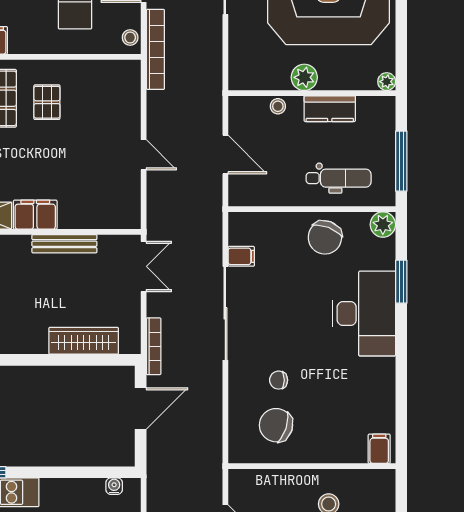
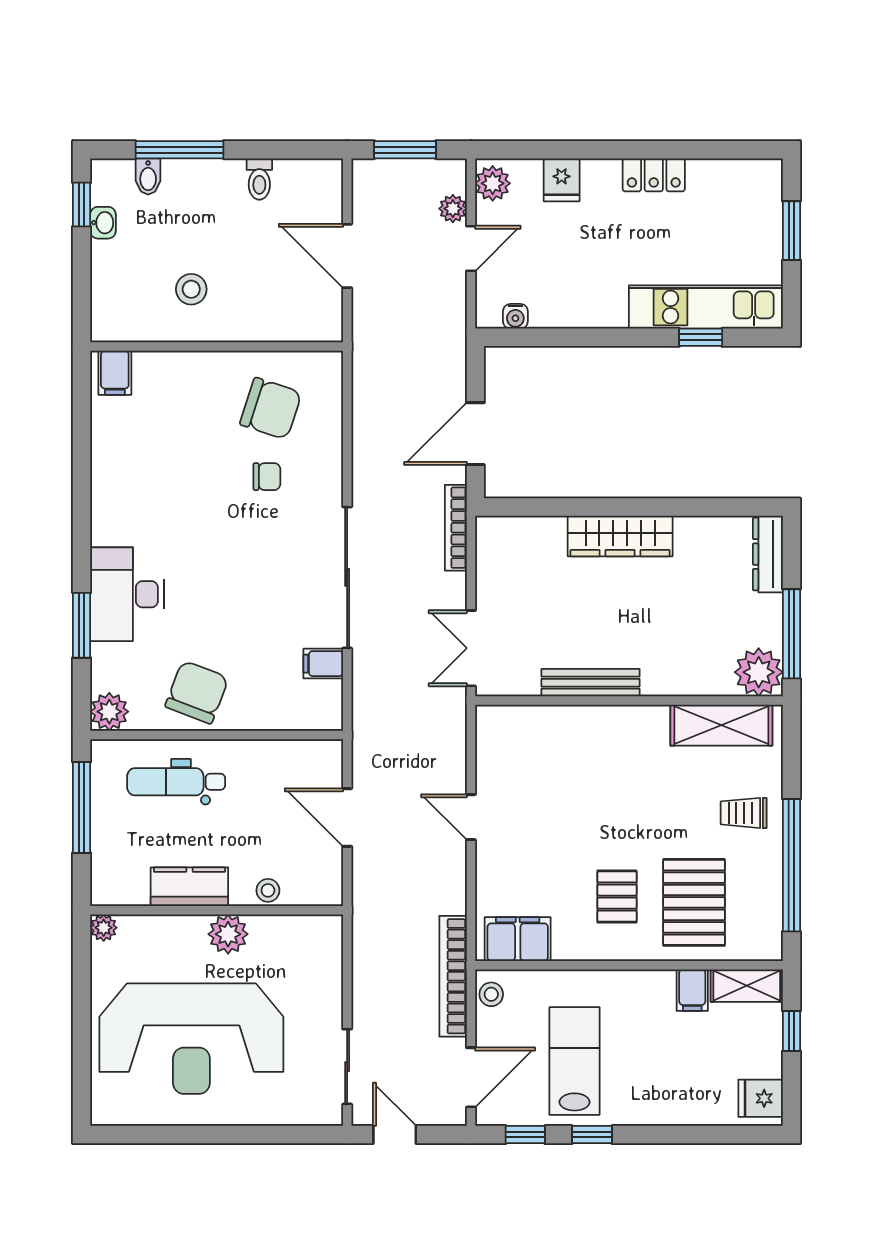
filing cabinet: (35, 215) -> (518, 939), moved, turned 180
desk: (364, 314) -> (127, 594), width x0.73, depth x0.77
wardrobe: (84, 341) -> (620, 536), moved

